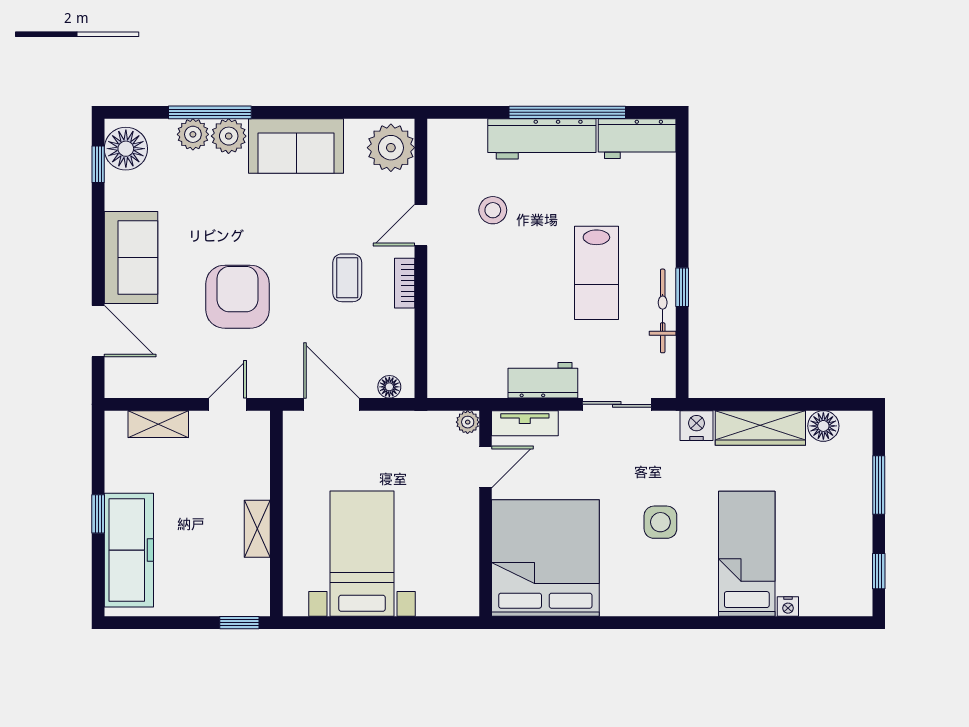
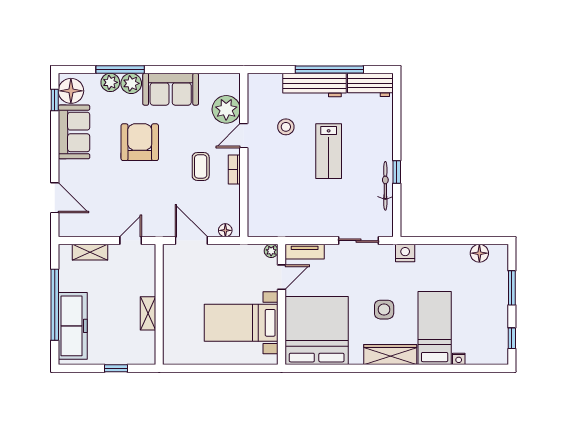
plant: (391, 148) -> (226, 109), moved
sofa: (131, 258) -> (74, 132), moved
lab bench: (596, 273) -> (329, 151), moved
armchair: (238, 297) -> (140, 142), moved
workbench: (543, 380) -> (315, 226), removed
wardrobe: (760, 428) -> (390, 355), moved, turned 180
window: (98, 514) -> (55, 305), width x3.17
bed with nightstands: (362, 554) -> (241, 323), moved, turned -90
window: (239, 623) -> (116, 368), moved

